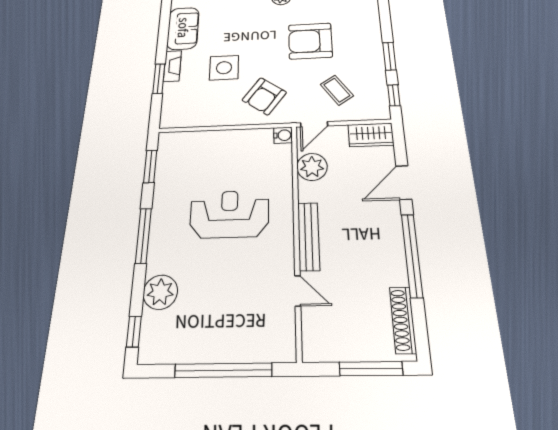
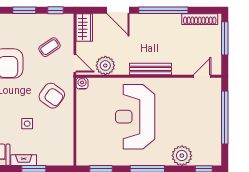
side table: (224, 68) -> (27, 124), width x0.54, depth x0.54
reception desk: (229, 214) -> (135, 117), width x1.36, depth x1.30
door: (298, 291) -> (202, 76), moved

